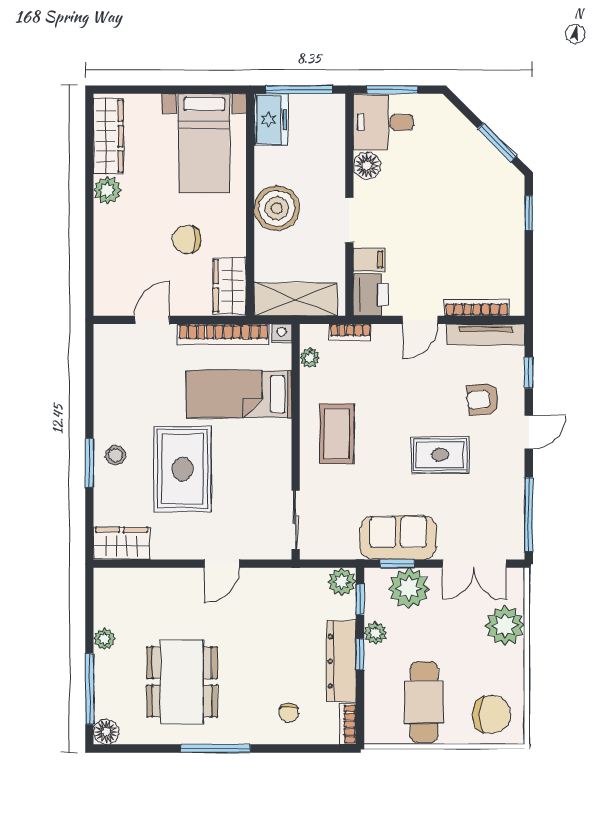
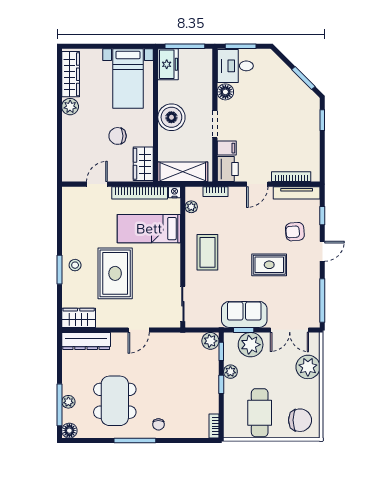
plant: (104, 639) -> (68, 402), moved
dresser: (342, 661) -> (86, 341), moved, turned -90
chair: (289, 713) -> (158, 424), moved

